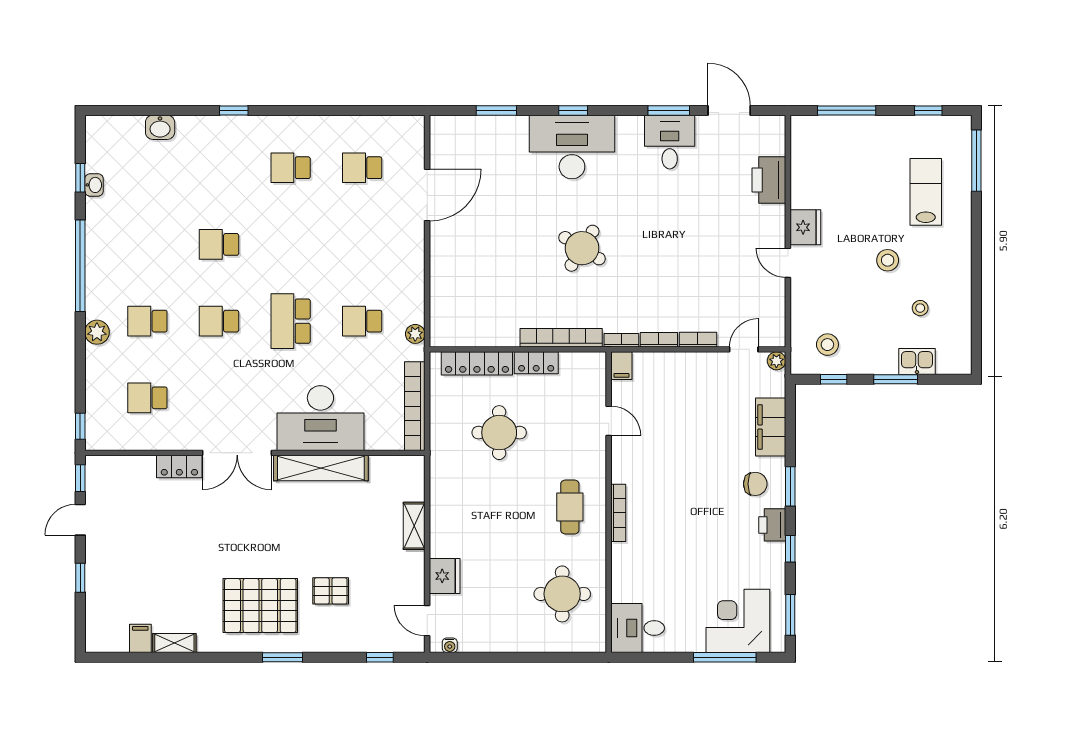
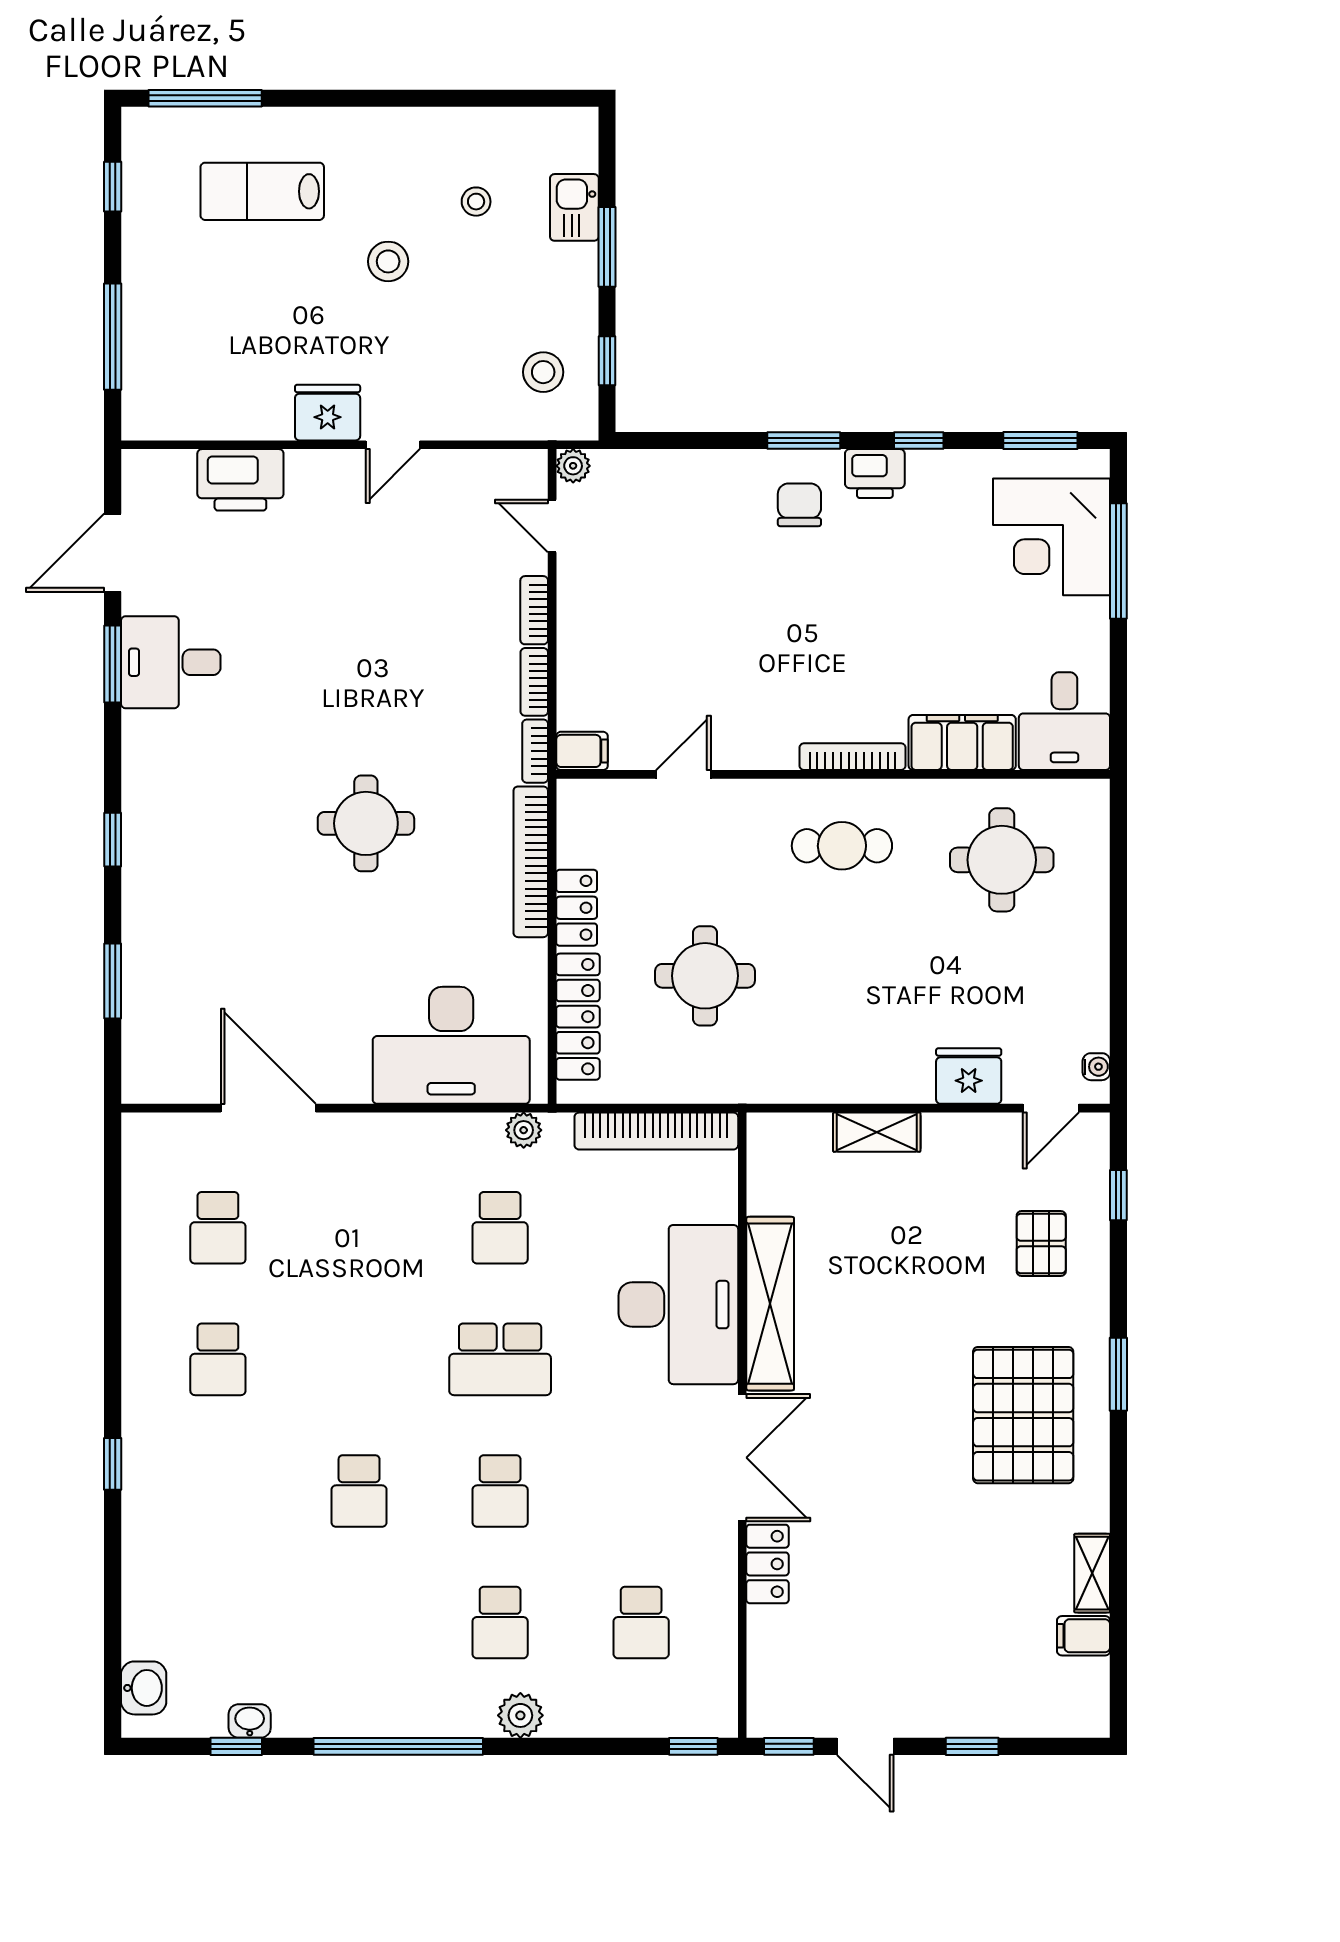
washbasin: (160, 127) -> (144, 1688), moved
desk: (572, 147) -> (451, 1045), moved, turned -90
round table: (582, 248) -> (366, 823), turned -32
filing cabinet: (771, 427) -> (962, 742), moved, turned 180
pallet: (331, 591) -> (1041, 1244), moved

